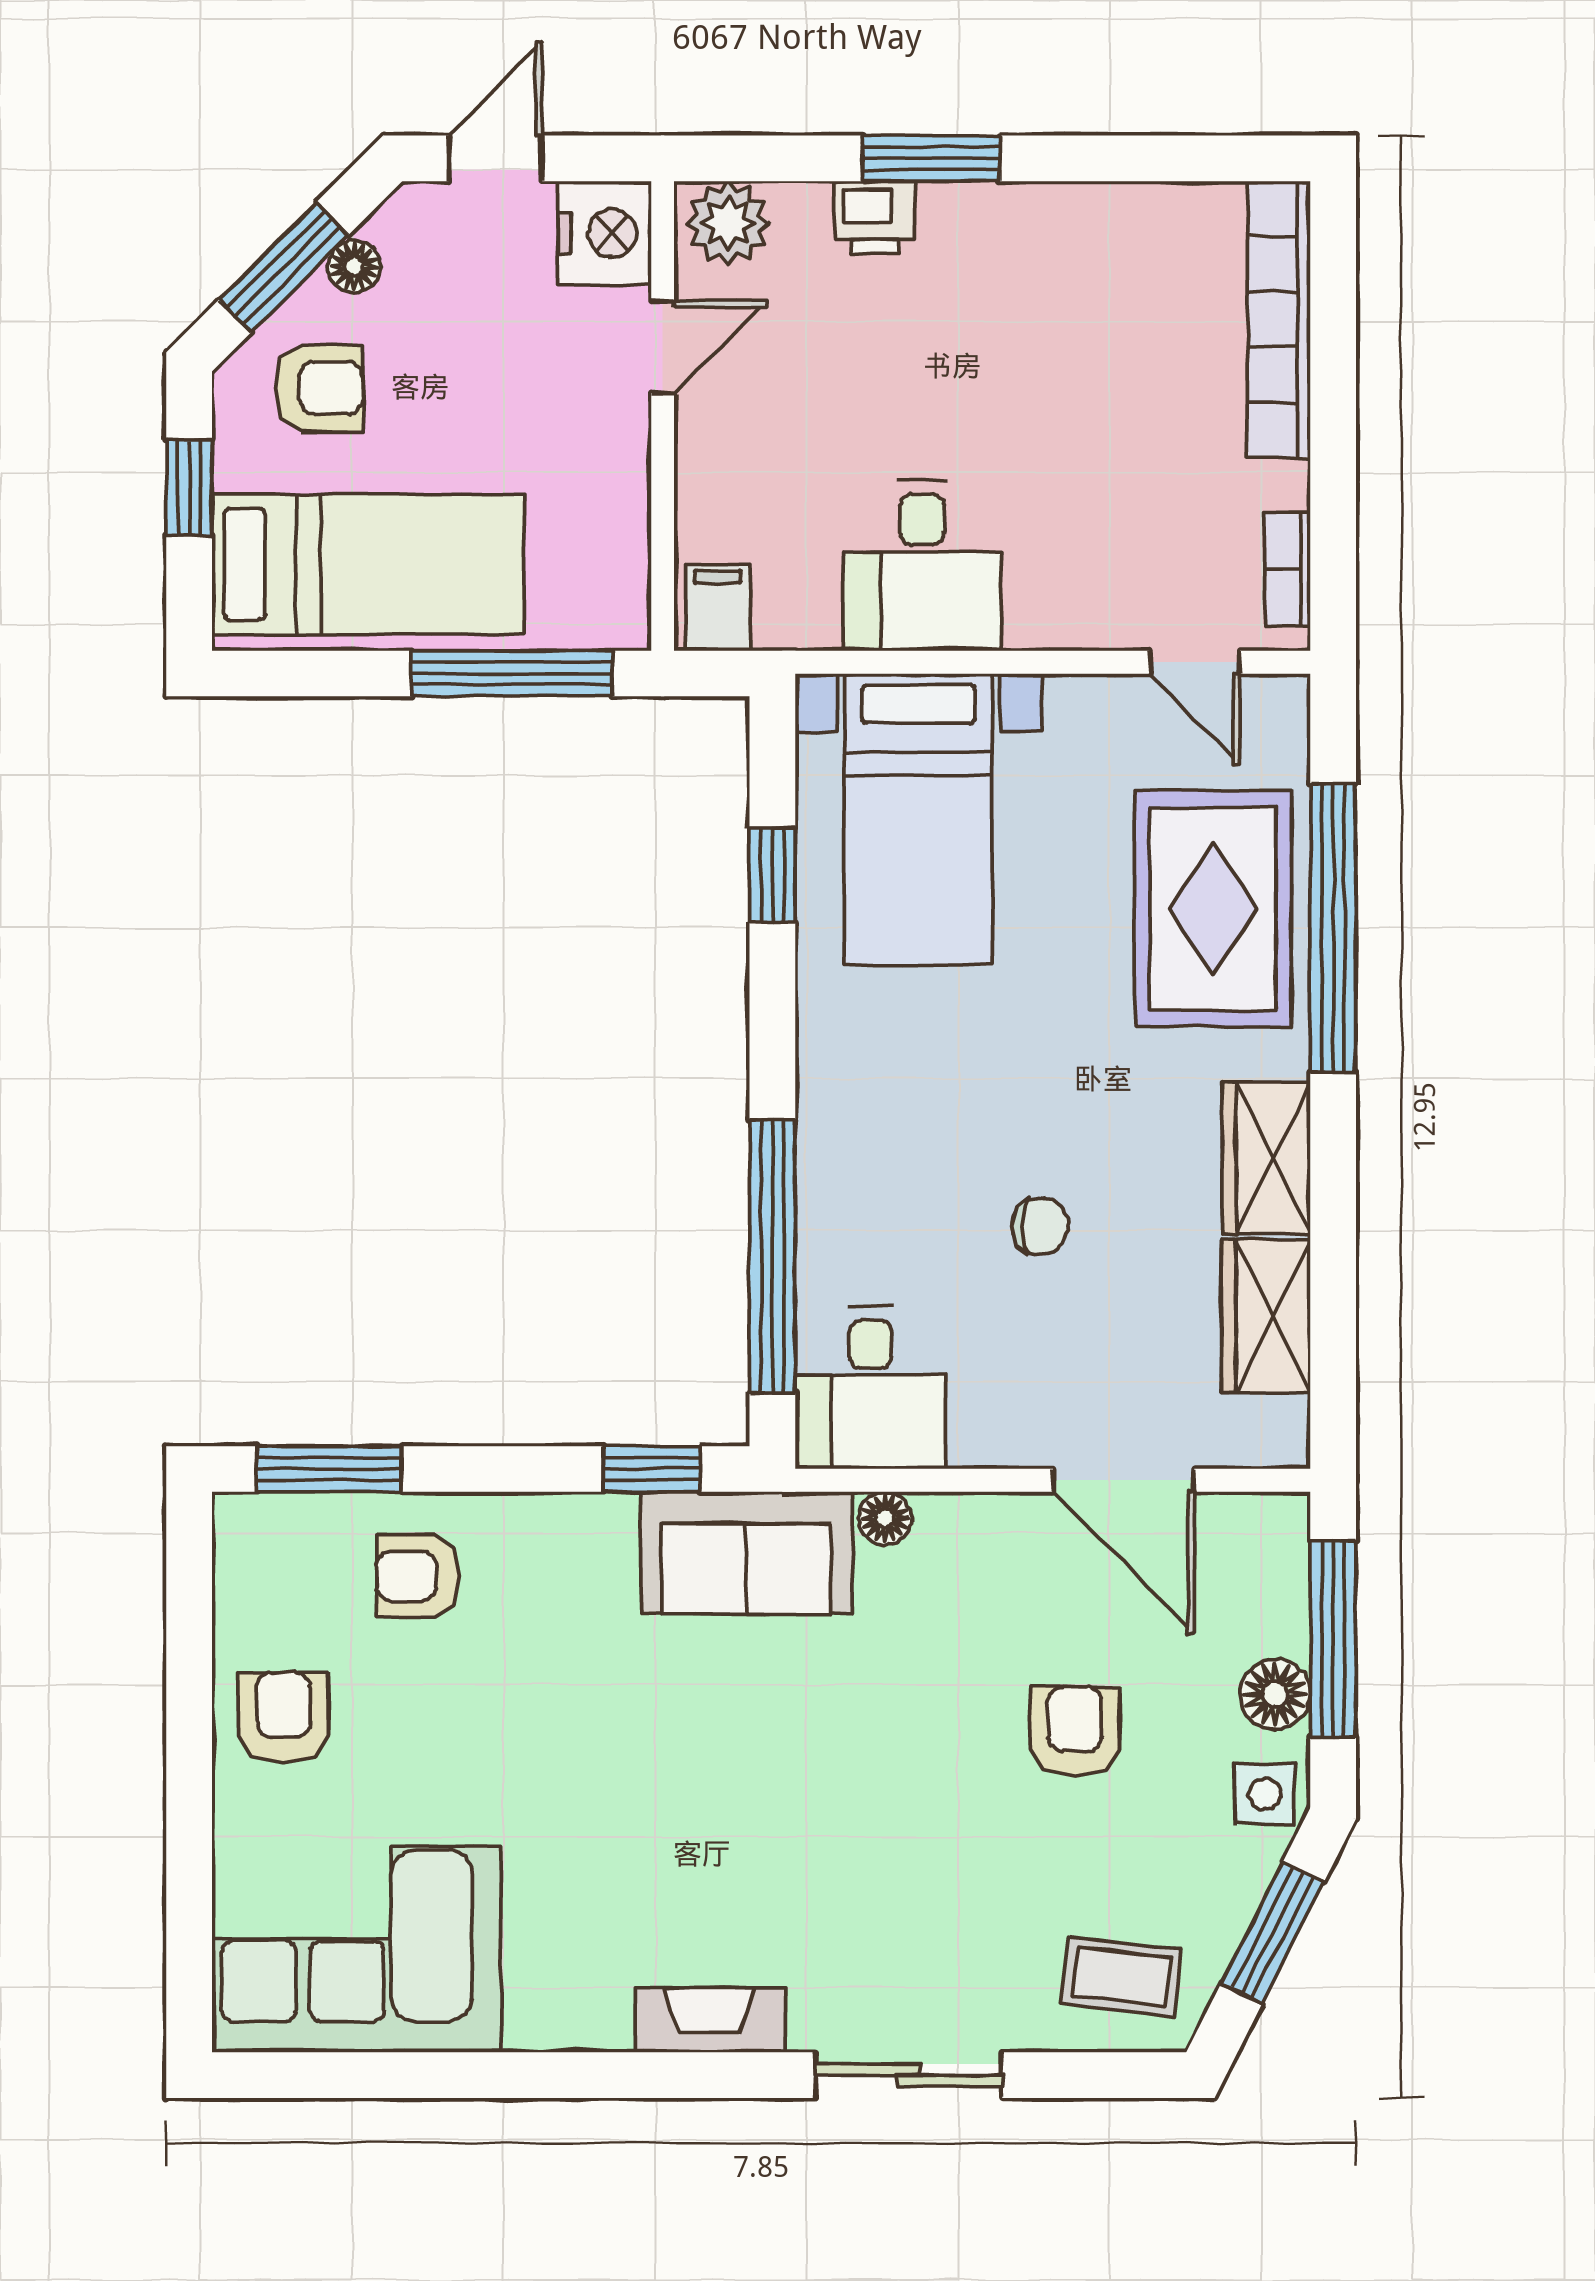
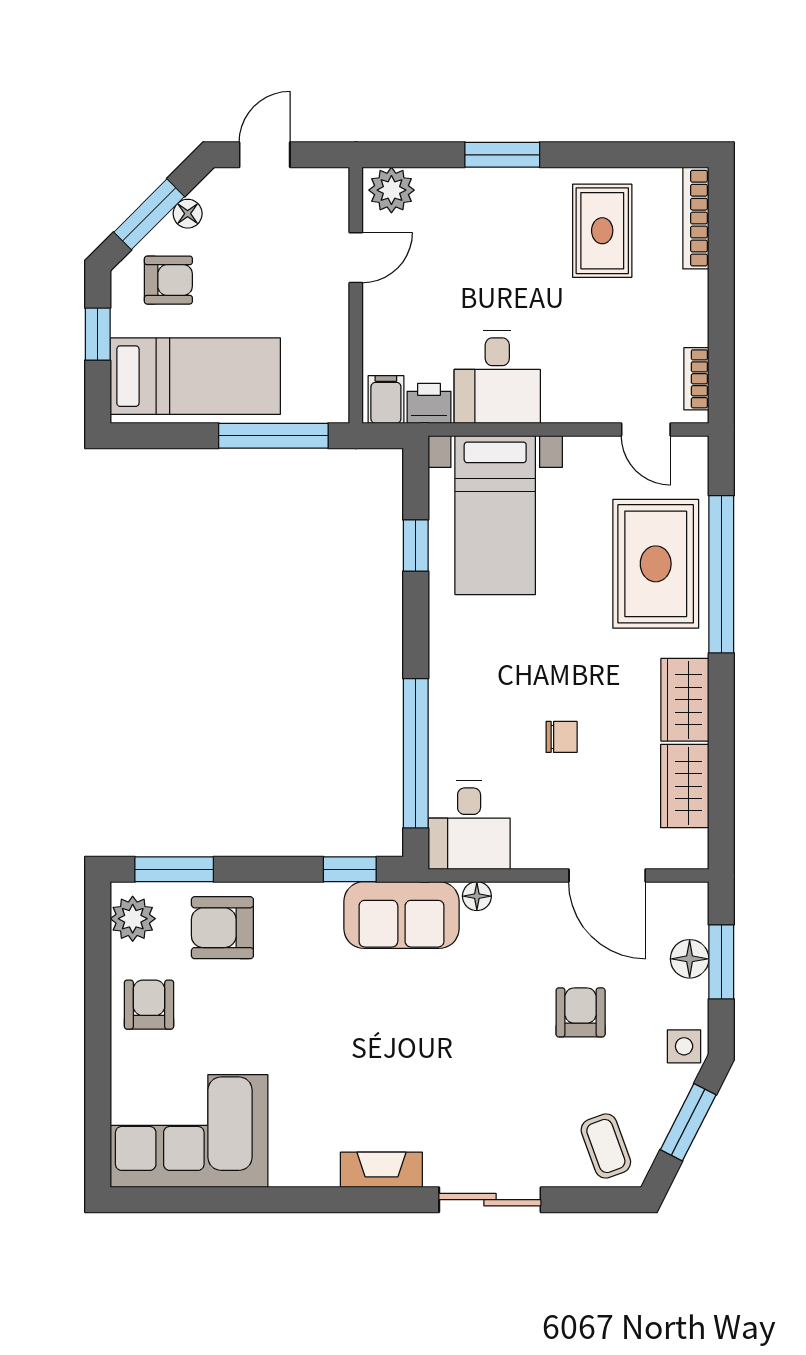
printer: (875, 218) -> (429, 403), moved, turned 180
nightstand: (605, 233) -> (324, 196), removed
rug: (1115, 298) -> (602, 231), added
bookcase: (1279, 319) -> (696, 218), width x0.68, depth x0.76
plant: (253, 1560) -> (133, 919), added
armchair: (418, 1576) -> (222, 928), width x1.38, depth x1.38
window: (1333, 1639) -> (721, 962), width x0.69
floor lamp: (1275, 1694) -> (690, 959), moved
coffee table: (1121, 1977) -> (606, 1146), turned 63

